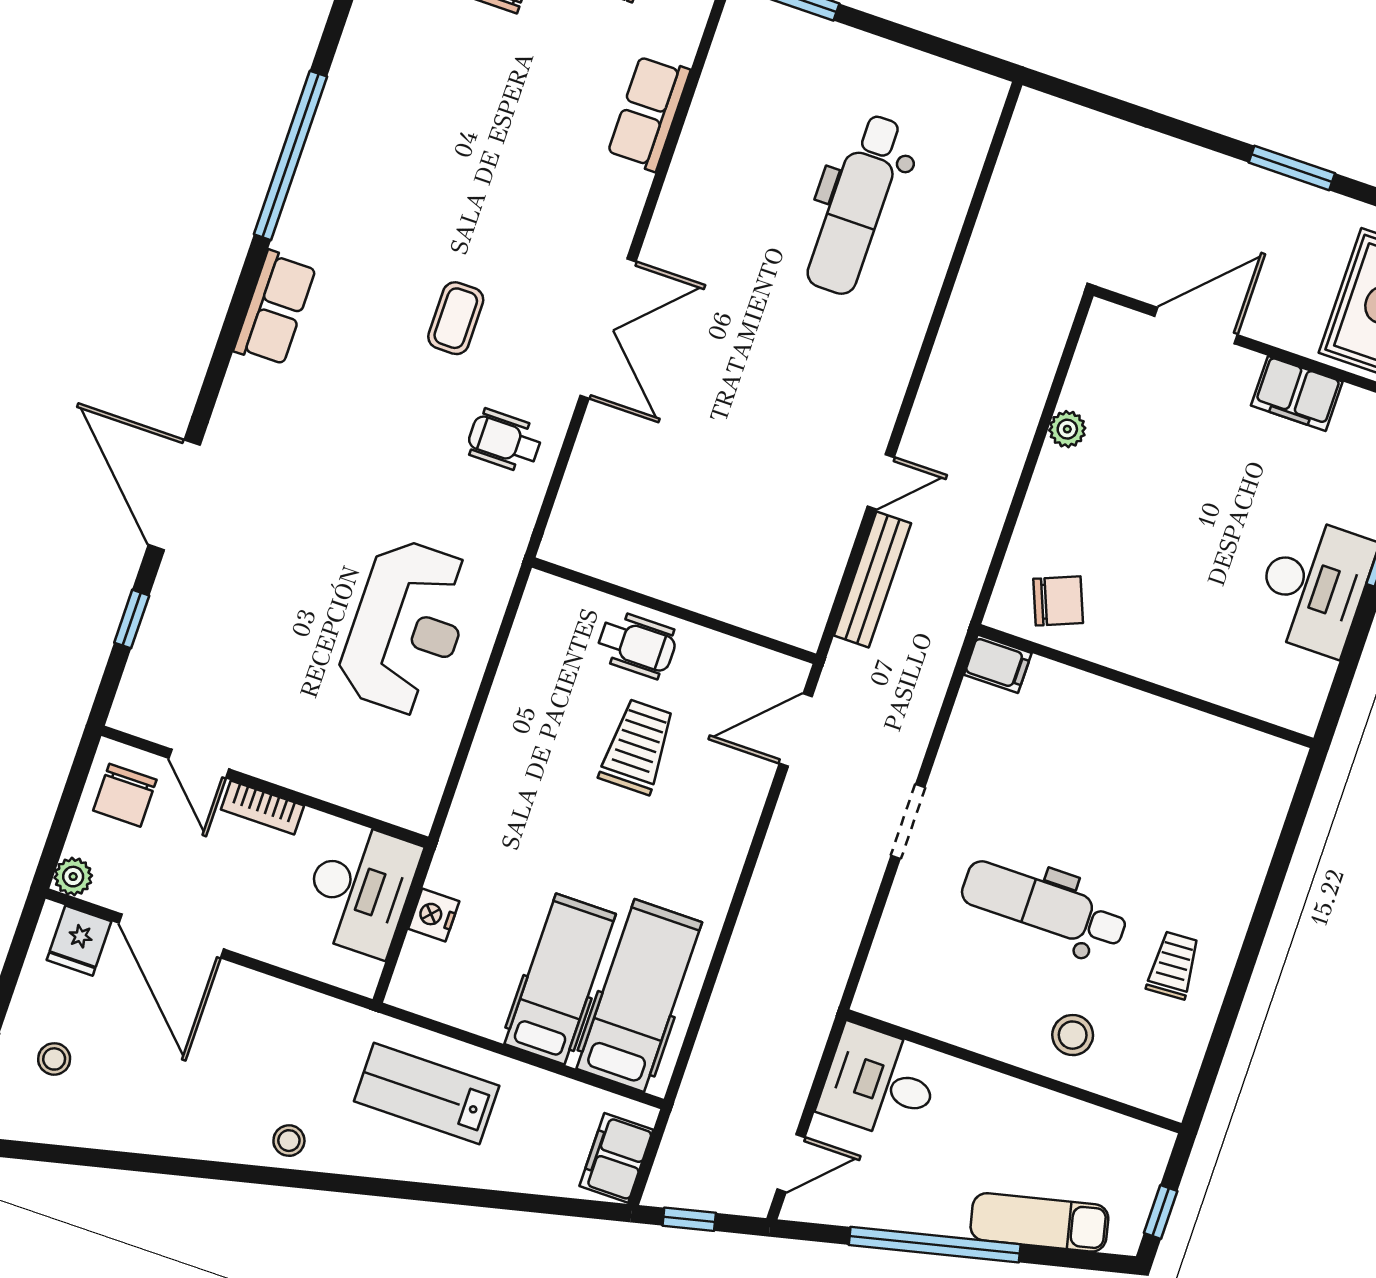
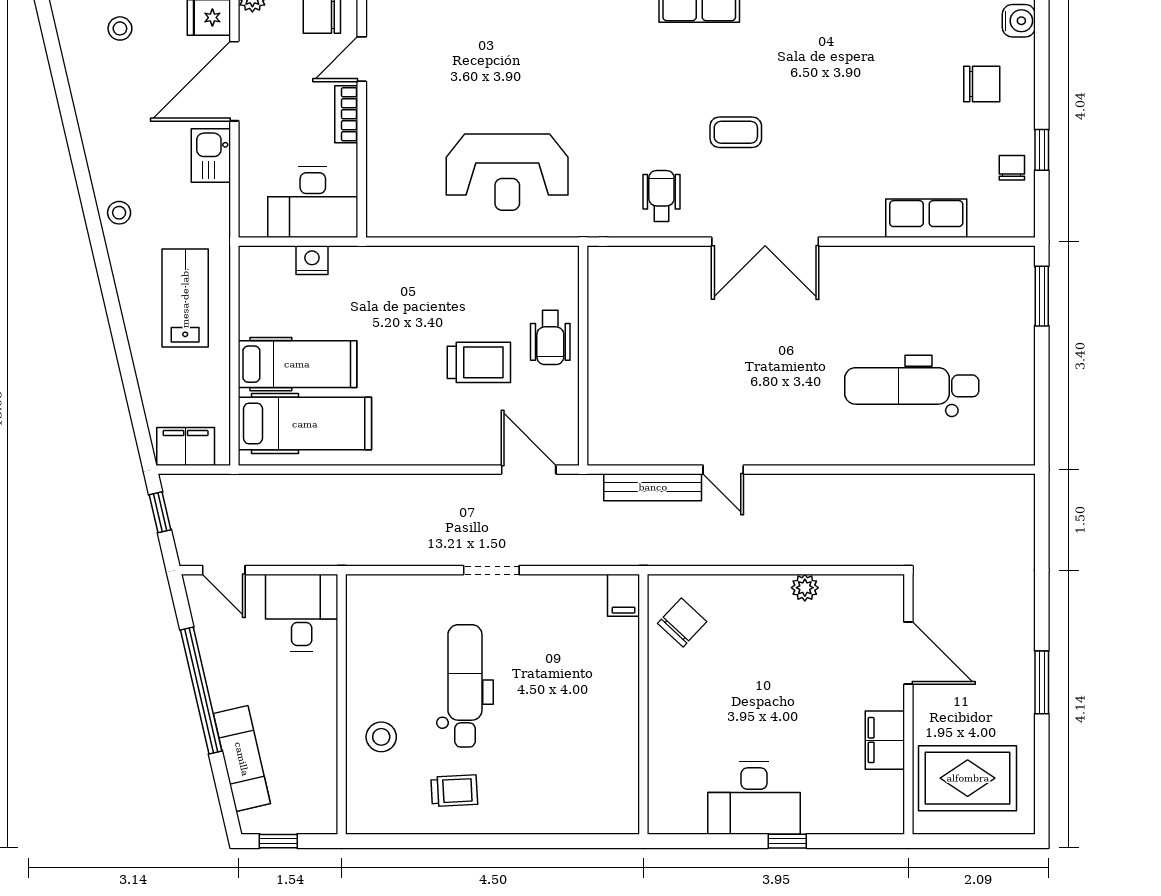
chair: (1058, 601) -> (682, 622), turned -115
kitchen sink: (256, 998) -> (211, 156), added

